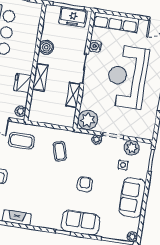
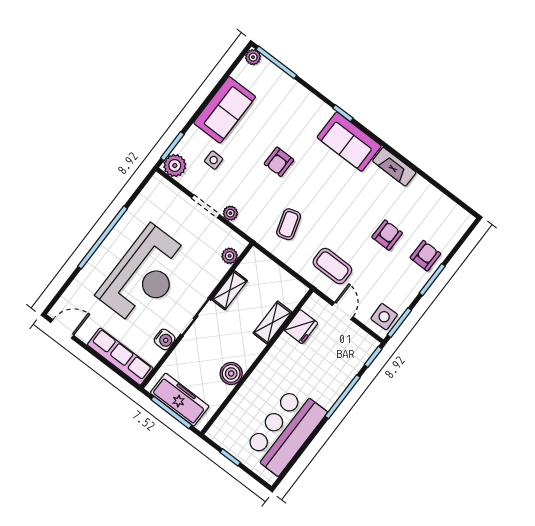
freezer: (73, 17) -> (180, 400), width x1.40
shelving: (40, 77) -> (272, 323), moved
fridge: (23, 83) -> (301, 327), moved
plant: (20, 111) -> (312, 306), removed
plant: (88, 120) -> (230, 256), width x0.53, depth x0.53
plant: (132, 148) -> (175, 166), moved
sofa: (80, 223) -> (349, 142), moved

